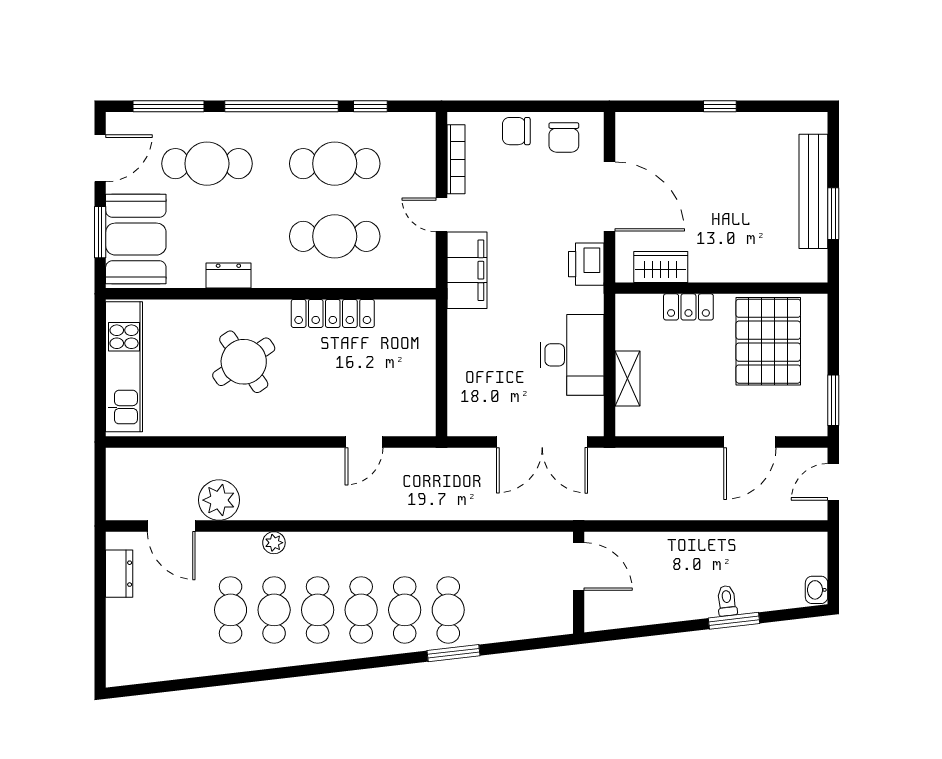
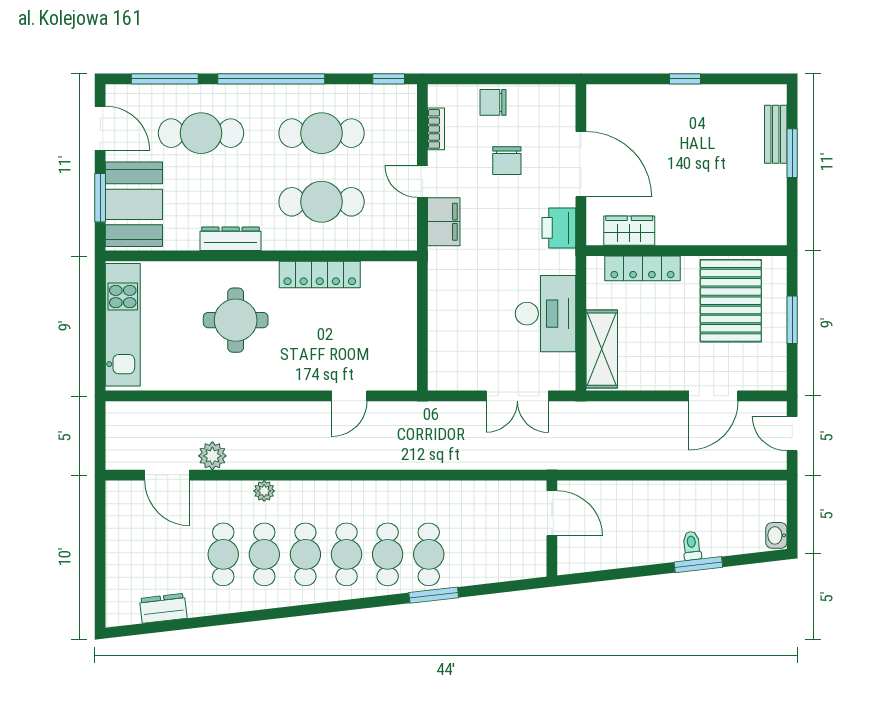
window: (370, 106) -> (389, 79), moved
chair: (564, 137) -> (507, 161), moved
door: (100, 158) -> (100, 128), hinge flipped
bookcase: (456, 159) -> (436, 129), width x0.64
bench: (813, 191) -> (776, 134), width x0.54, depth x0.82
window: (833, 214) -> (792, 153), moved
filing cabinet: (467, 270) -> (444, 222), width x0.67, depth x0.86
dresser: (228, 276) -> (231, 239), width x1.44
locker: (688, 307) -> (642, 268), width x1.53
round table: (244, 362) -> (236, 320), turned 34
shelving: (627, 379) -> (602, 349), width x1.50, depth x1.33
window: (833, 400) -> (792, 320), moved
double door: (542, 442) -> (517, 396), width x0.73
door: (833, 482) -> (792, 434), hinge flipped
plant: (219, 500) -> (212, 456), width x0.73, depth x0.73
dresser: (119, 574) -> (163, 608), moved, turned -97

